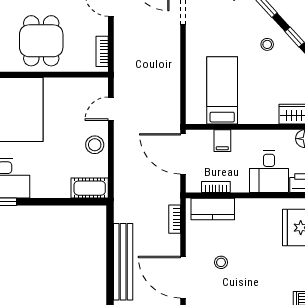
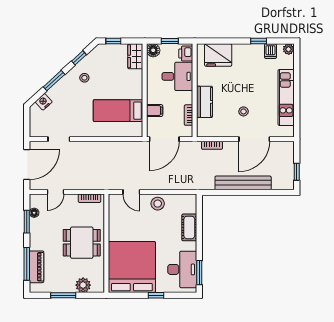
cot: (90, 188) -> (189, 227), moved
kitchen counter: (213, 209) -> (205, 102), moved

